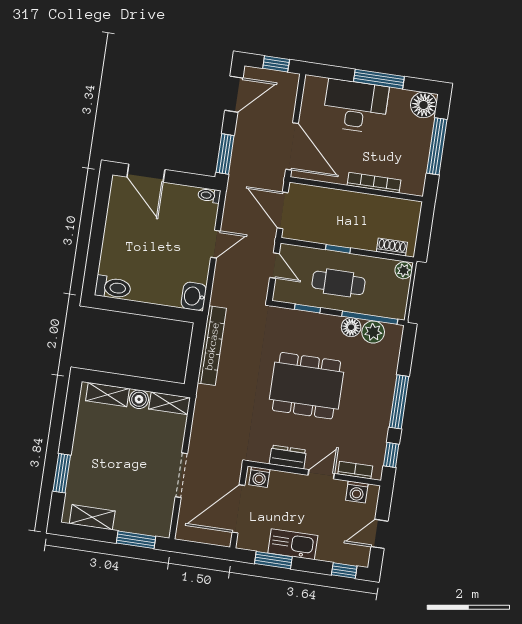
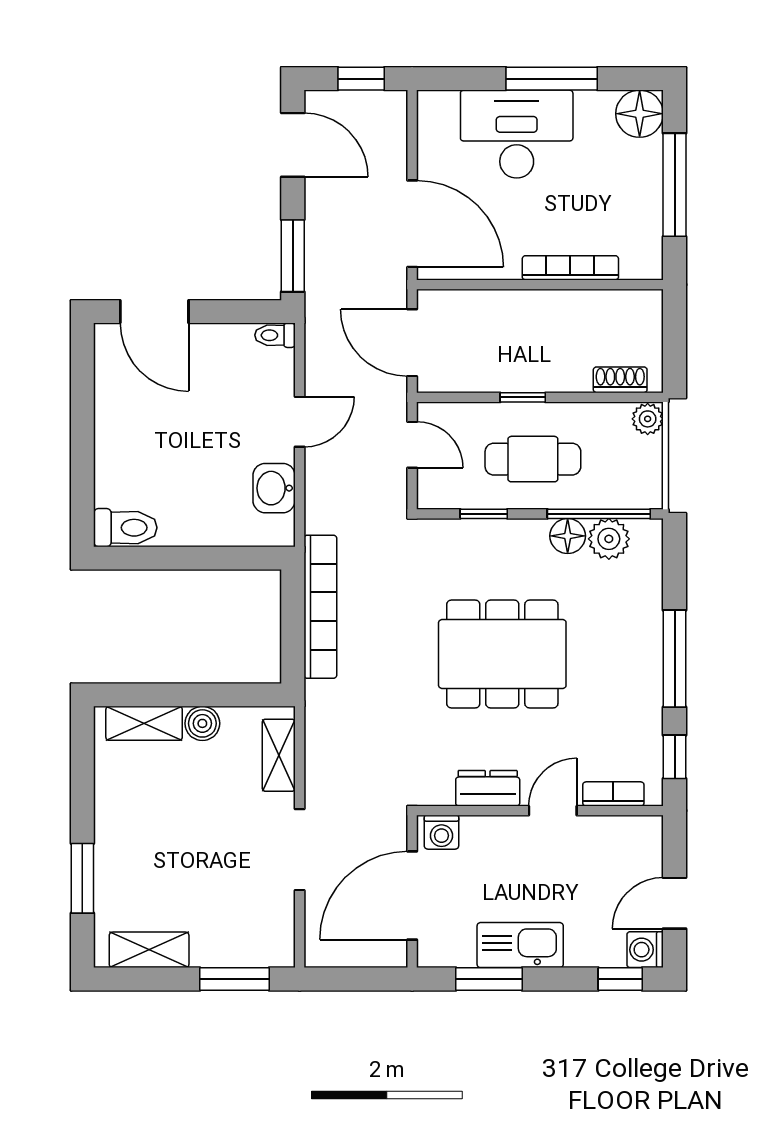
door: (234, 94) -> (293, 145), hinge flipped
washbasin: (194, 296) -> (274, 488), moved
shelving: (170, 403) -> (279, 755), moved, turned 90
washing machine: (357, 492) -> (645, 950), moved, turned 90

